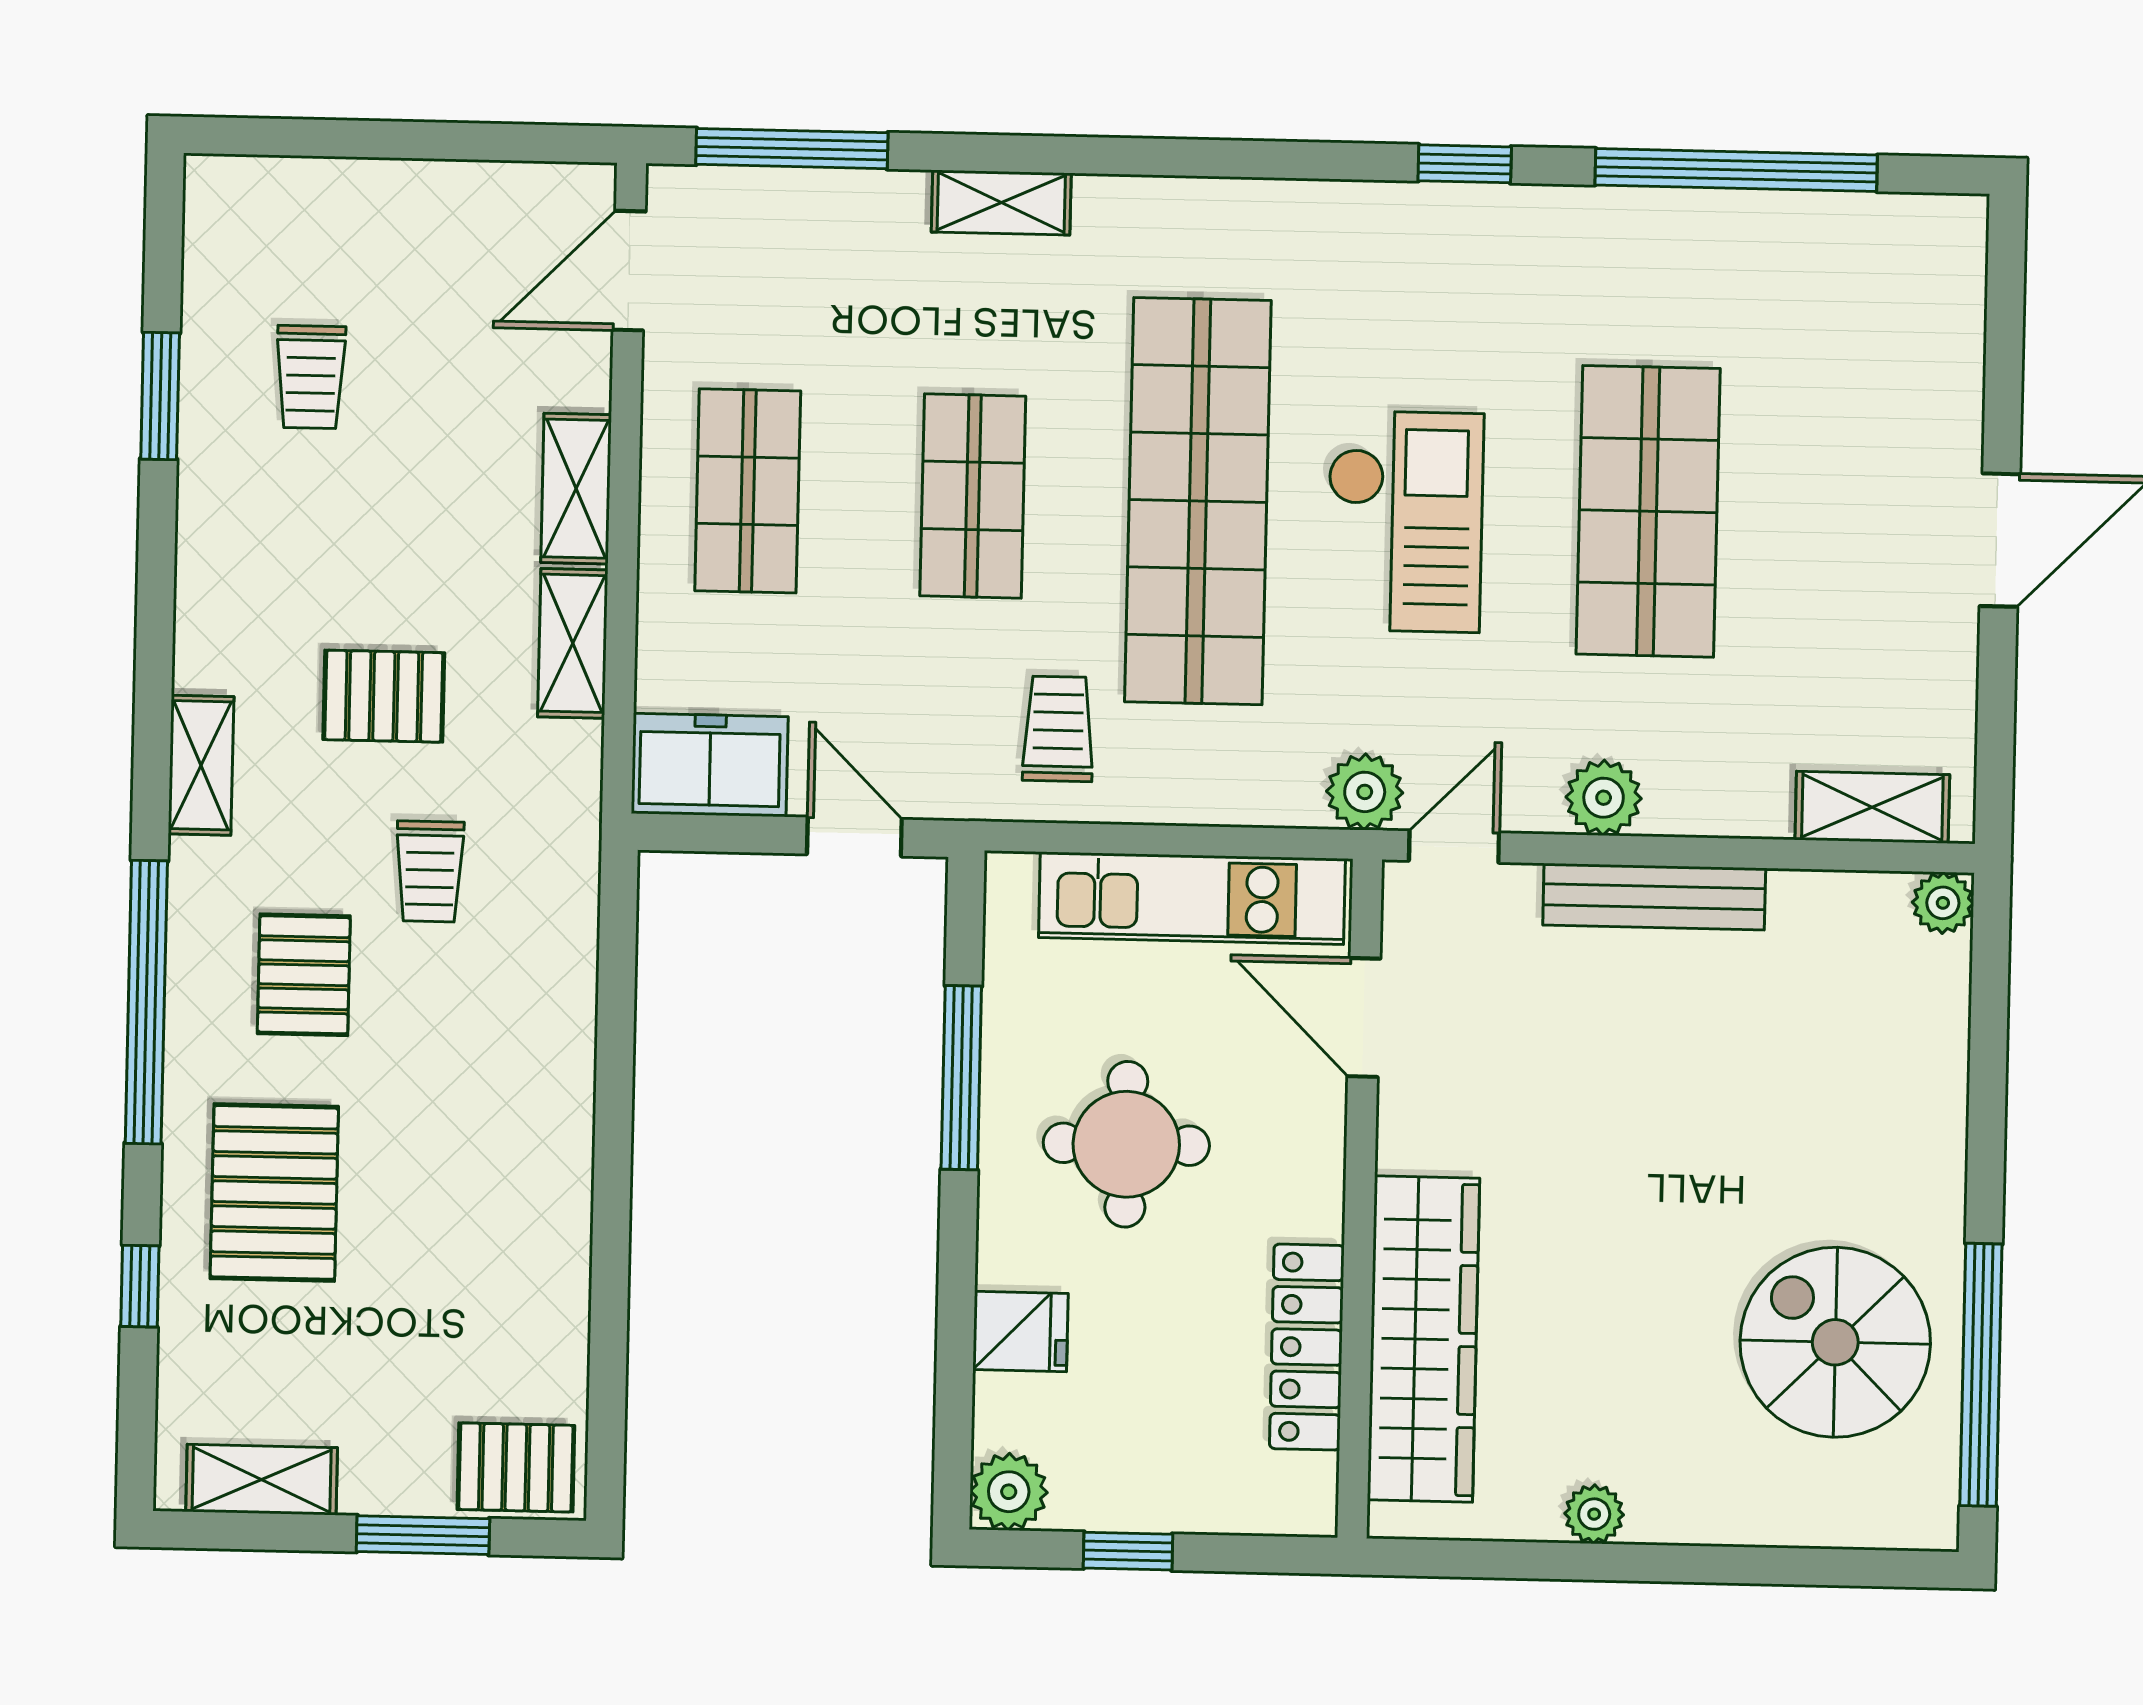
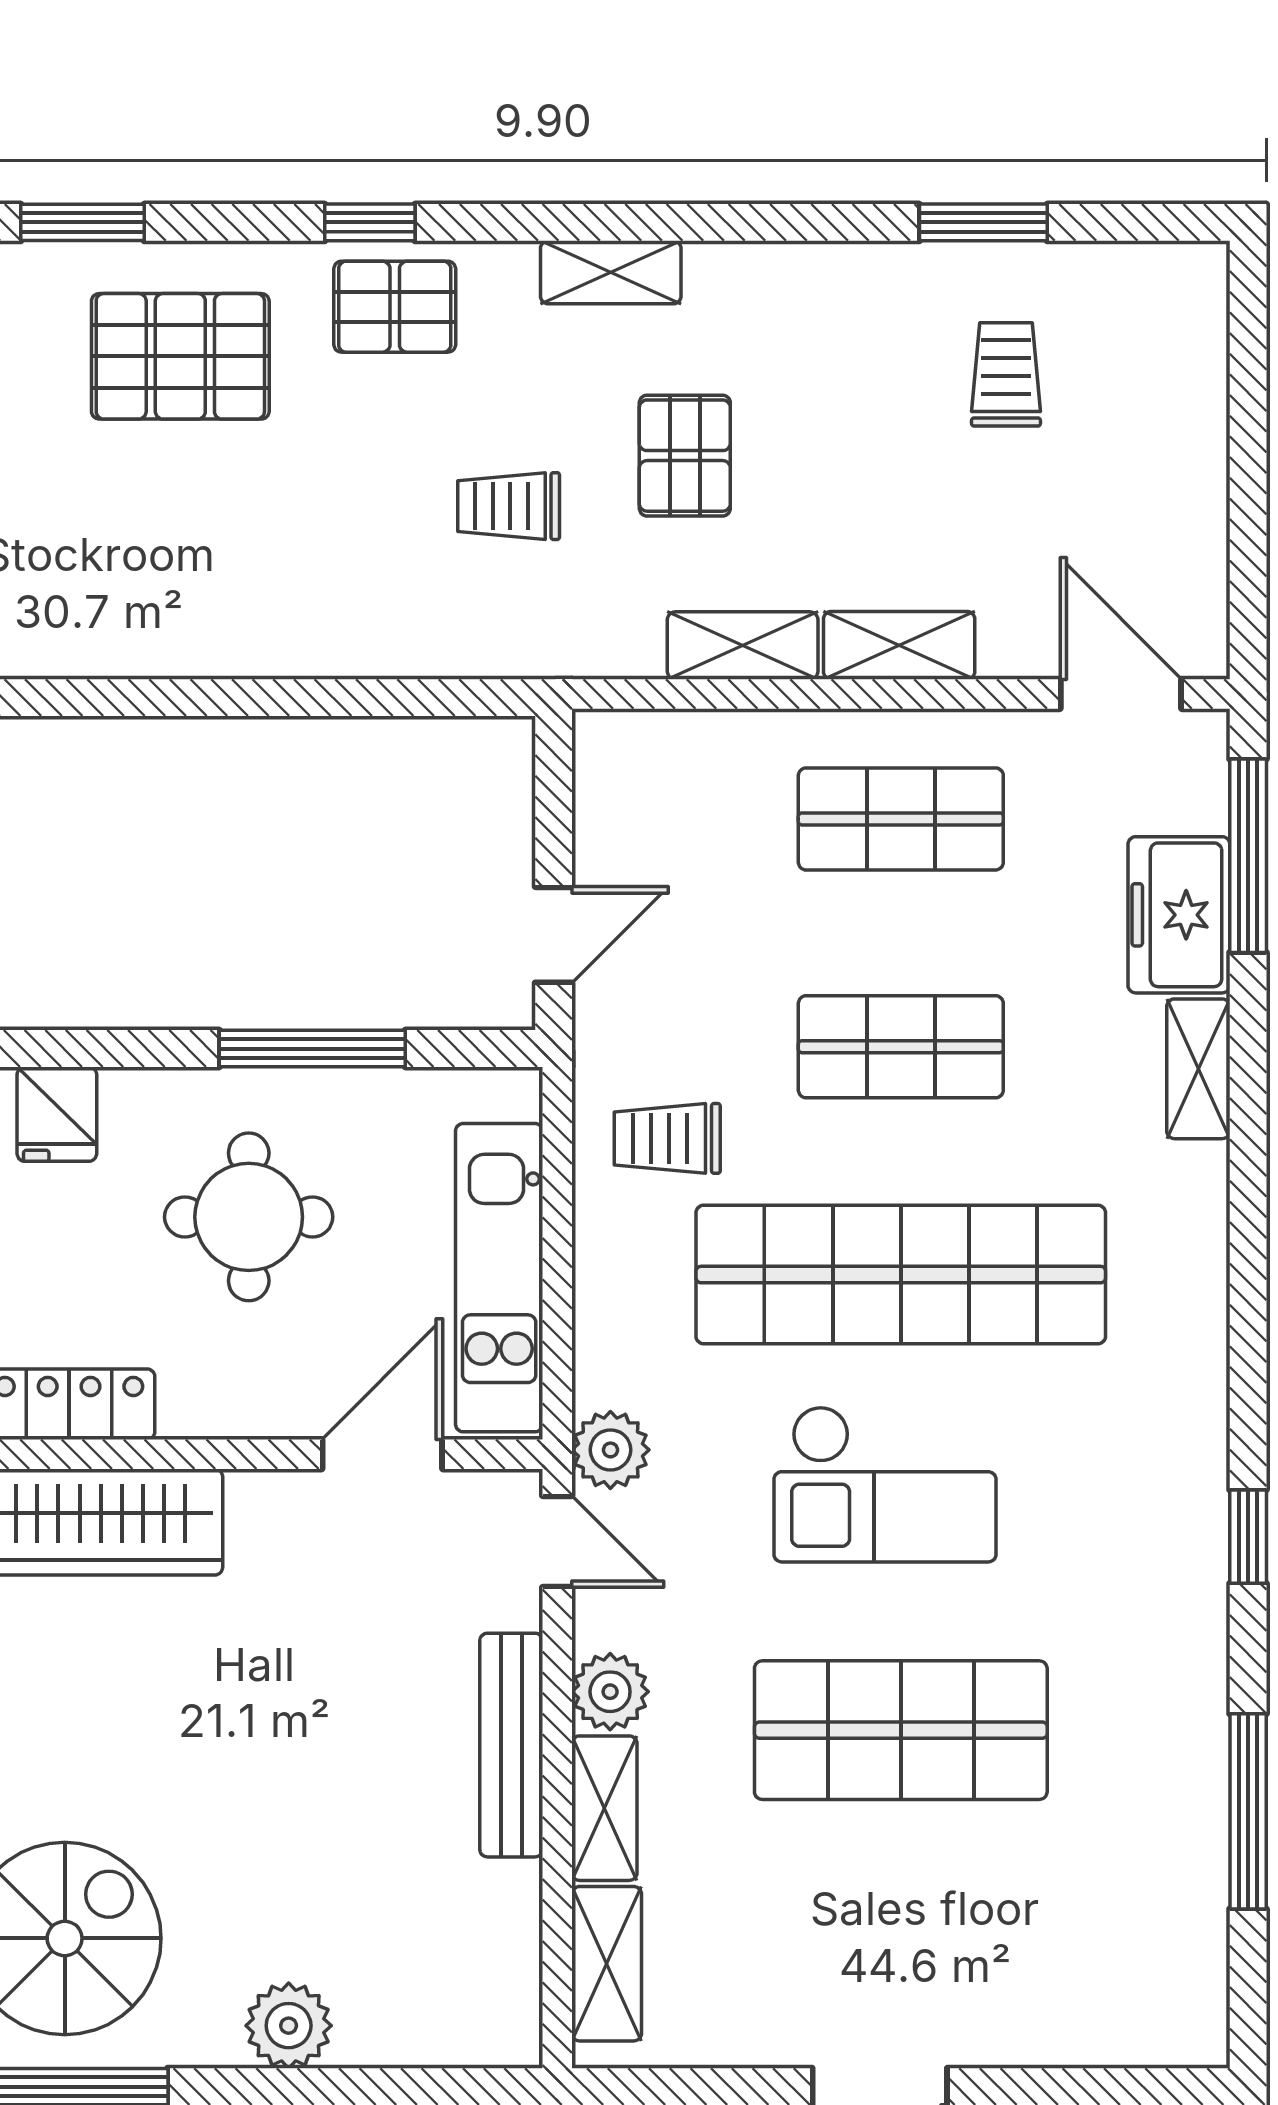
window: (1736, 170) -> (1248, 1811), width x0.68
trolley: (311, 377) -> (1006, 374), turned 90
trolley: (1058, 729) -> (667, 1138), turned 180
freezer: (710, 765) -> (1179, 915), moved, turned 180
shelving: (1719, 806) -> (604, 1808), added
plant: (1943, 903) -> (289, 2026), moved, width x1.38, depth x1.38
pallet: (304, 975) -> (395, 307), moved
window: (146, 1002) -> (370, 222), width x0.32
window: (140, 1286) -> (83, 222), width x1.50

